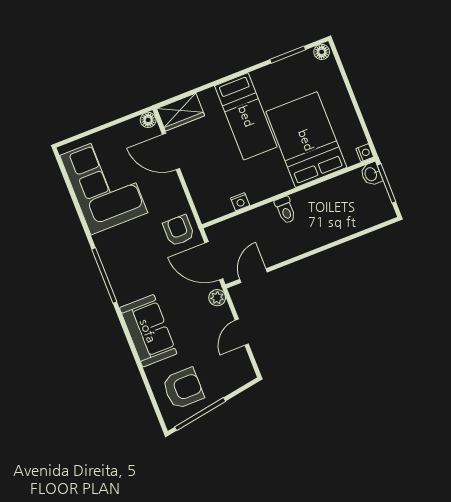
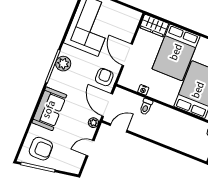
bed: (246, 116) -> (176, 52), width x1.50
floor lamp: (148, 120) -> (136, 16), removed
door: (171, 152) -> (127, 55), moved
toilet: (285, 210) -> (146, 107), moved
plant: (114, 261) -> (63, 64), added

